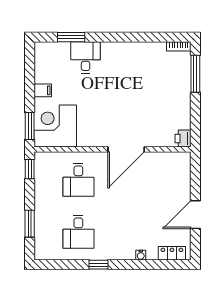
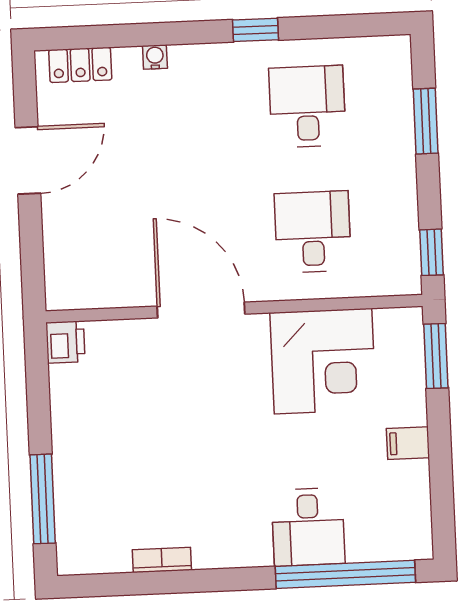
window: (71, 37) -> (345, 574), width x2.11
bookcase: (179, 46) -> (162, 560), moved
corner desk: (55, 126) -> (323, 361), moved
door: (126, 149) -> (201, 310), hinge flipped

